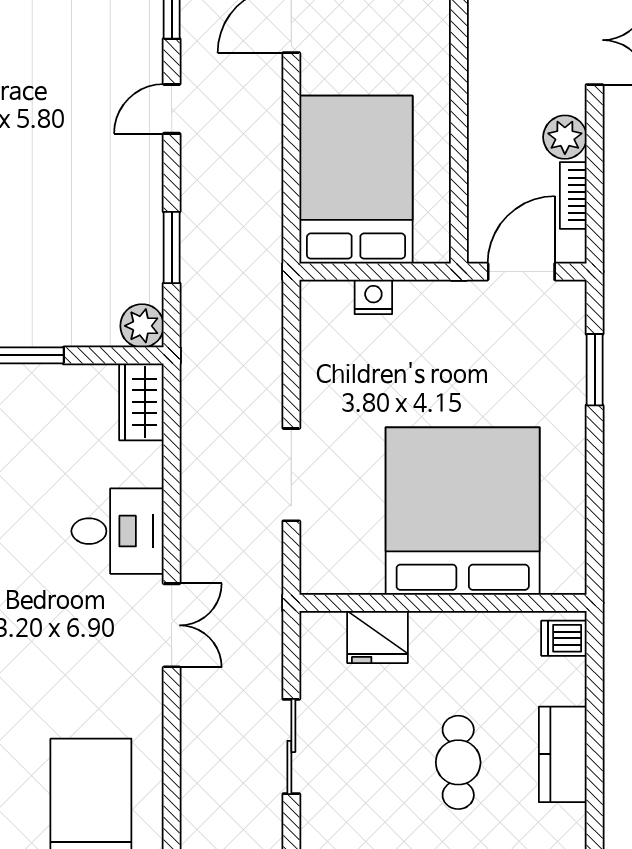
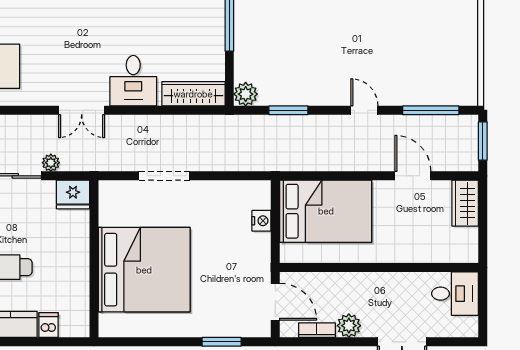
wardrobe: (141, 402) -> (193, 94), width x1.50
fridge: (377, 637) -> (73, 195), moved, turned -90
dishwasher: (564, 638) -> (48, 325), moved
plant: (267, 682) -> (51, 163), added

